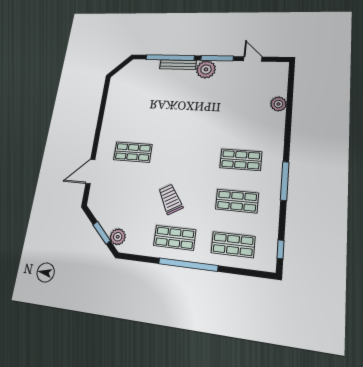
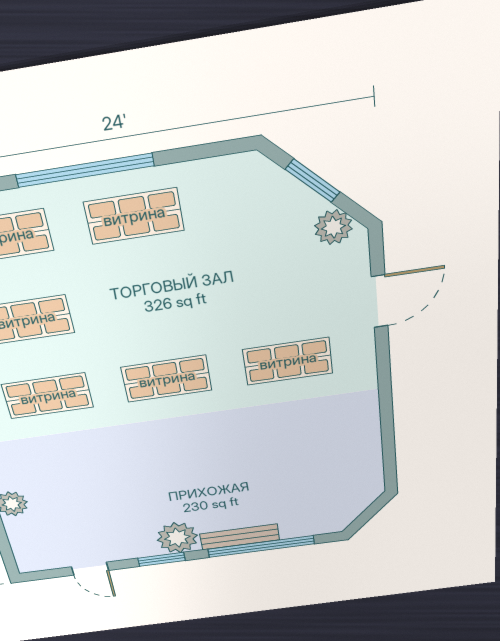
window: (217, 58) -> (162, 559), width x0.69
shop shelf: (185, 156) -> (167, 379), added
trolley: (170, 199) -> (170, 290), removed
plant: (118, 237) -> (333, 227), moved

